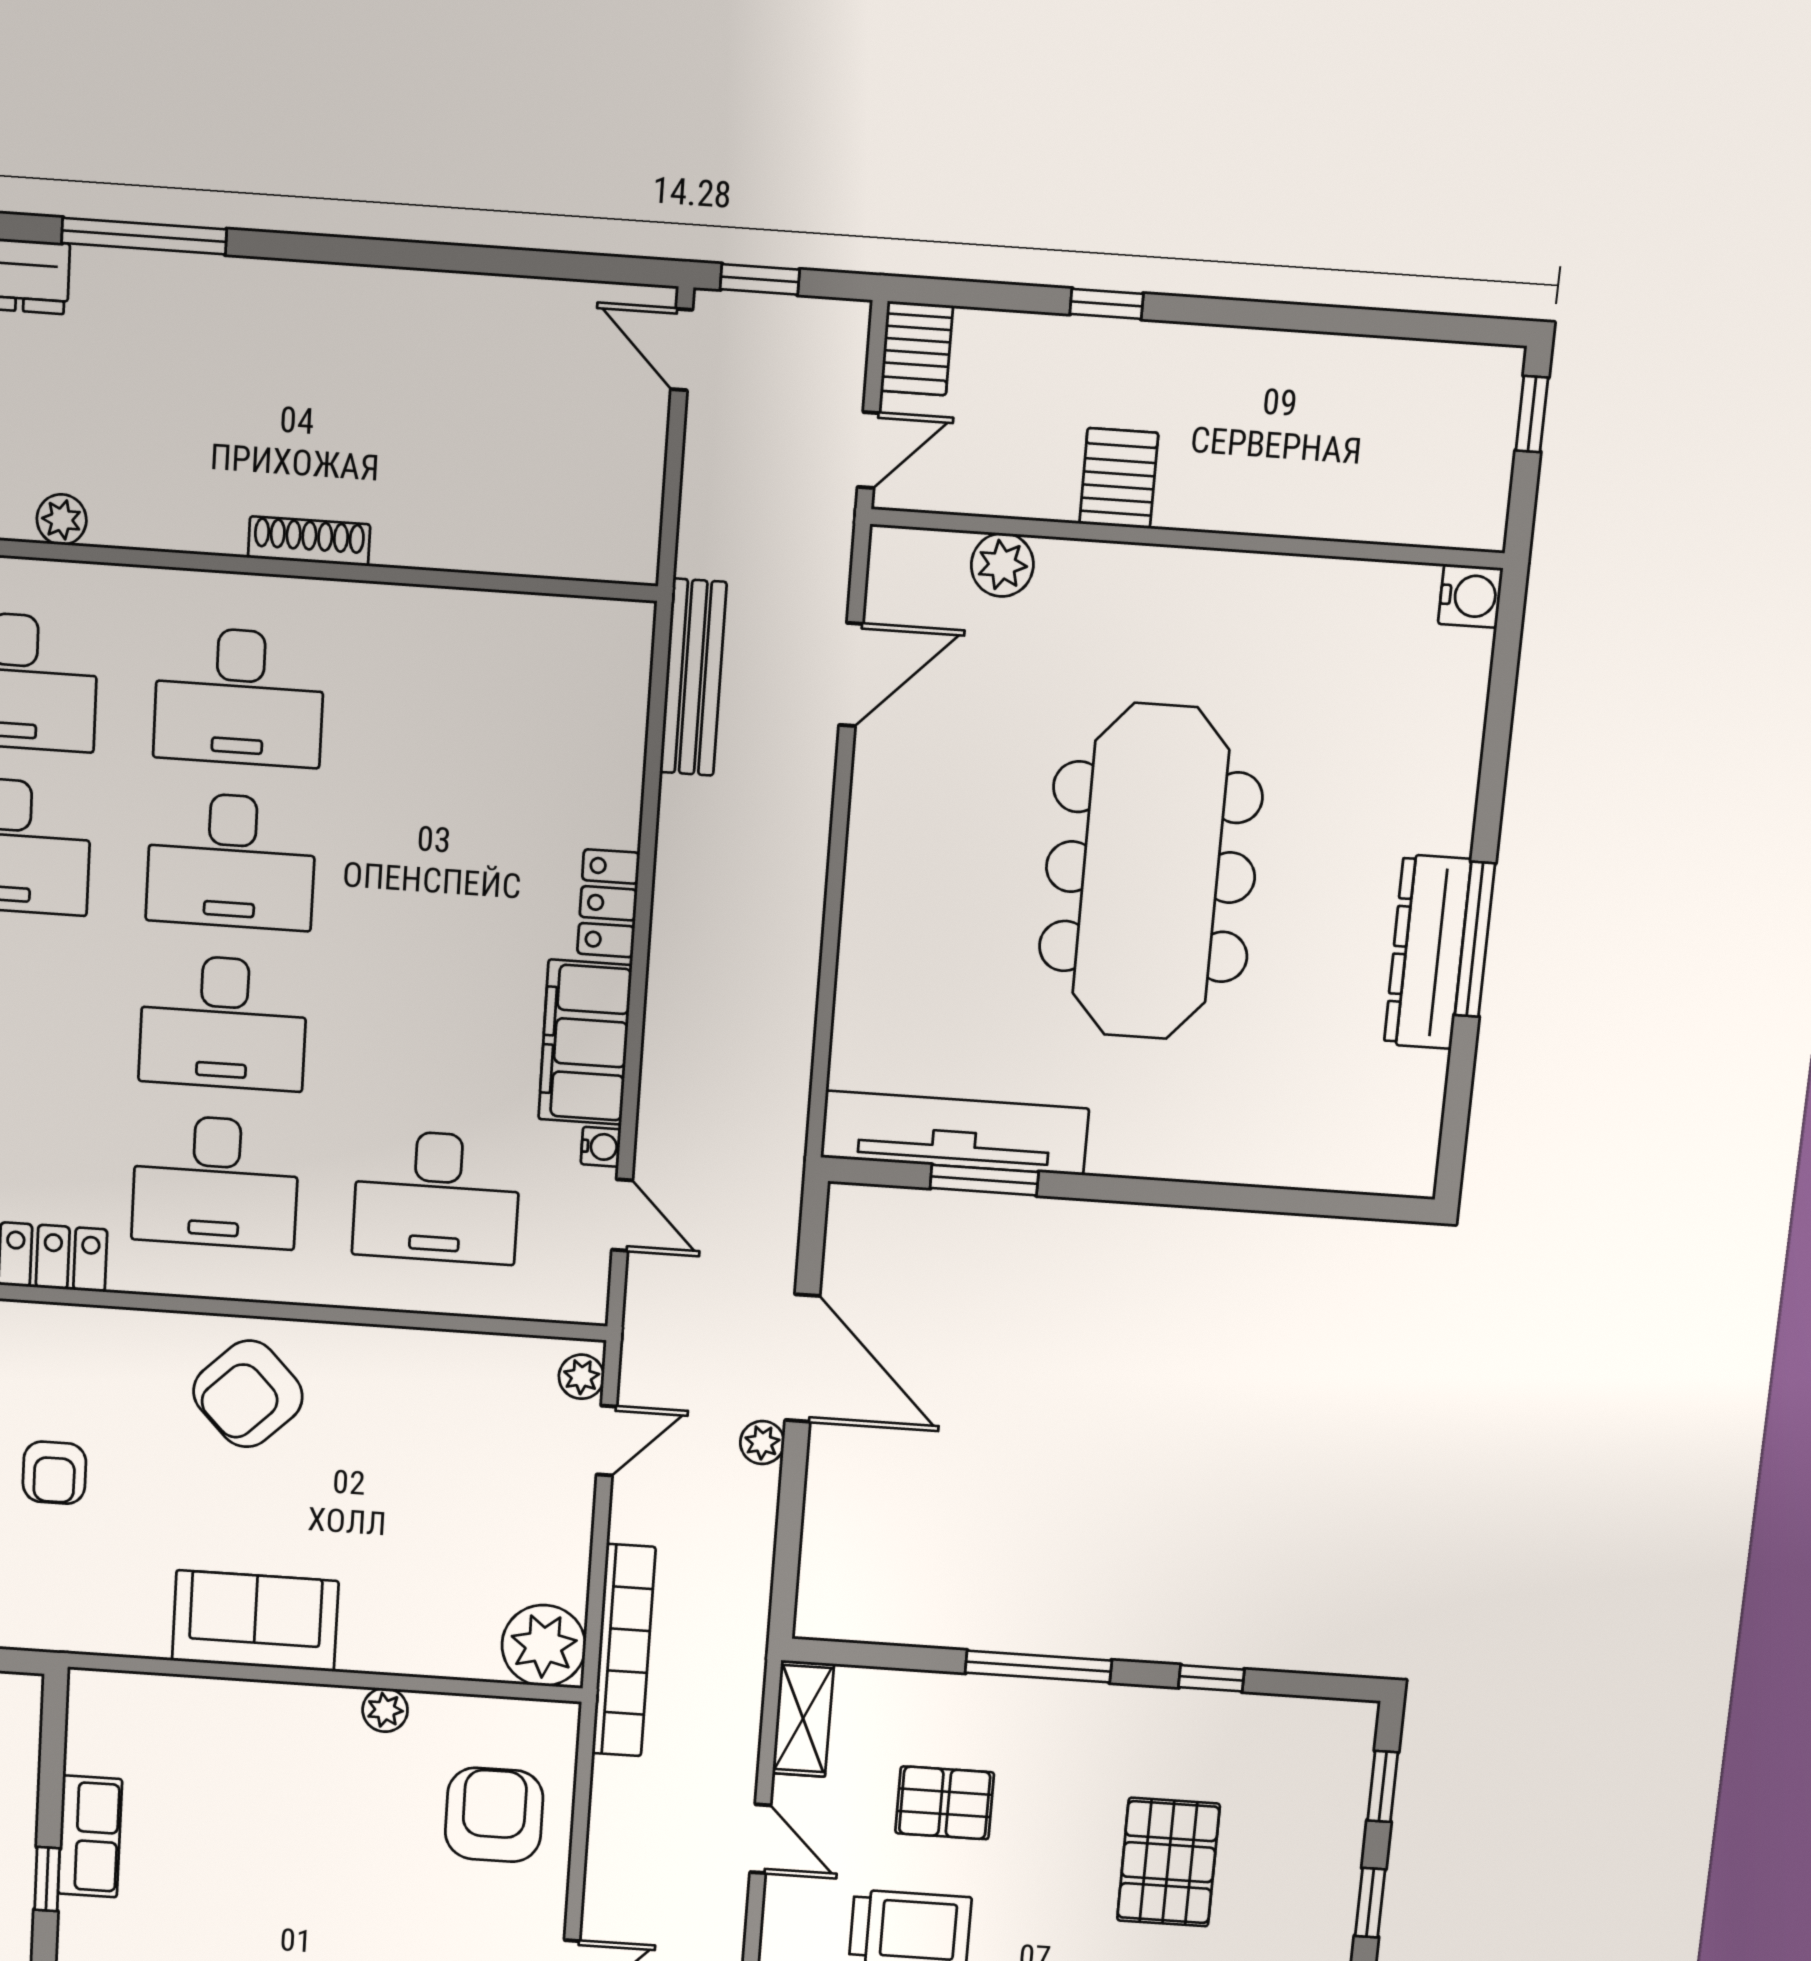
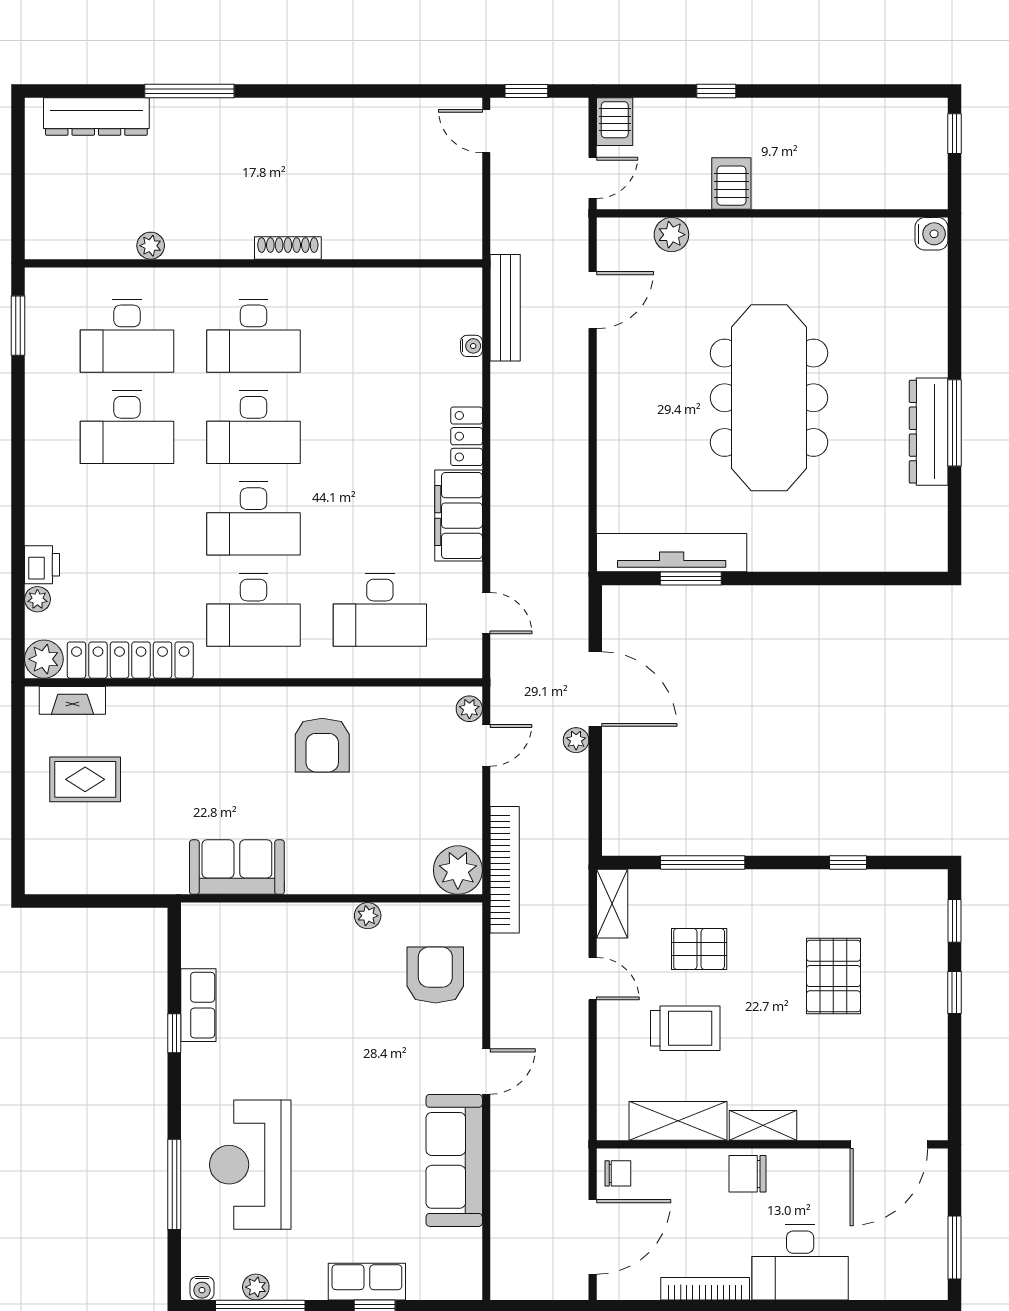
water cooler: (601, 1147) -> (471, 346), moved
armchair: (248, 1394) -> (322, 745), moved, turned -46
armchair: (54, 1473) -> (169, 787), removed
sofa: (255, 1621) -> (237, 867), moved
window: (1038, 1667) -> (703, 863), moved

